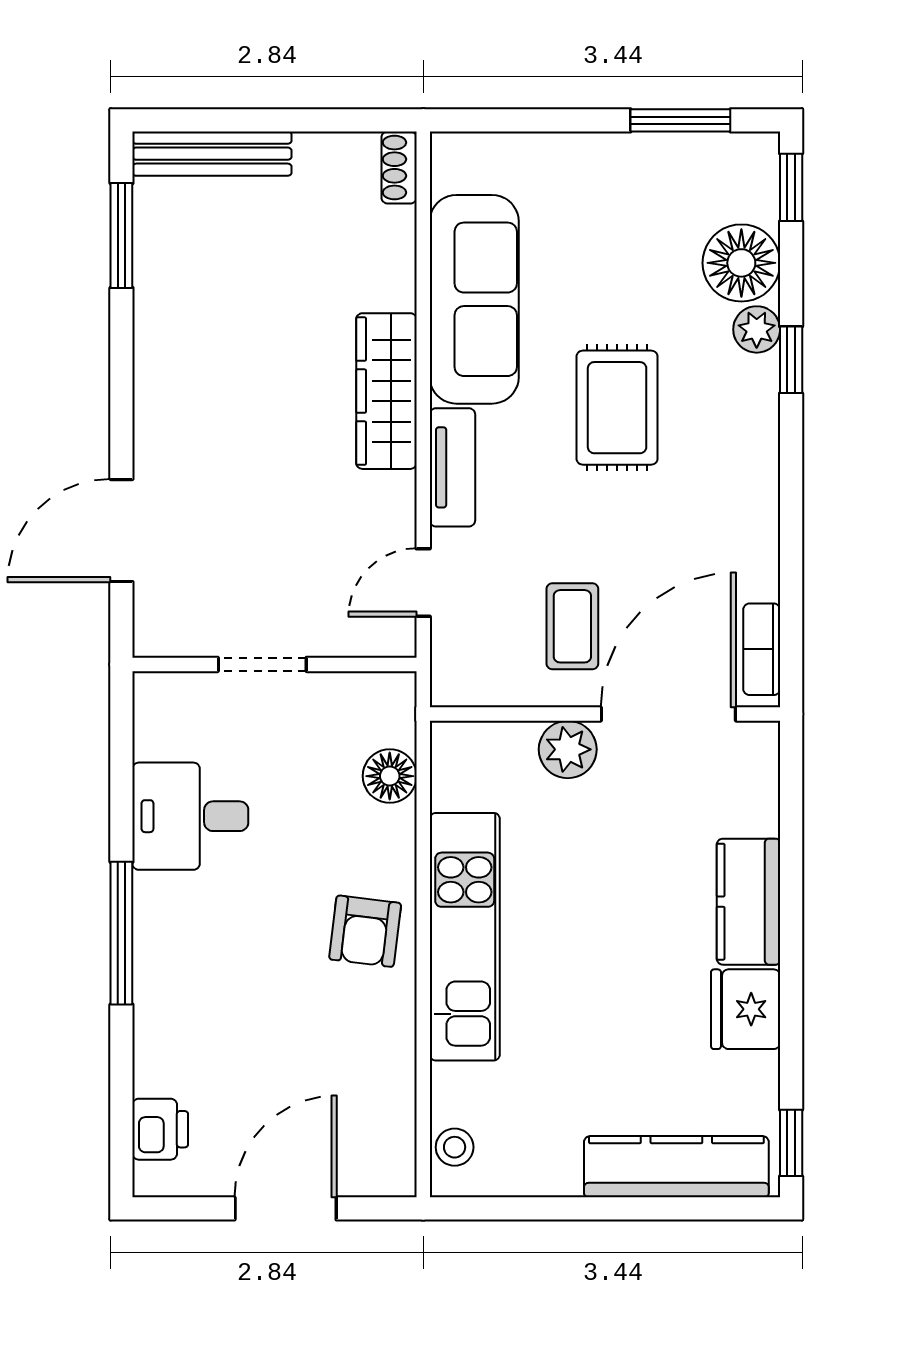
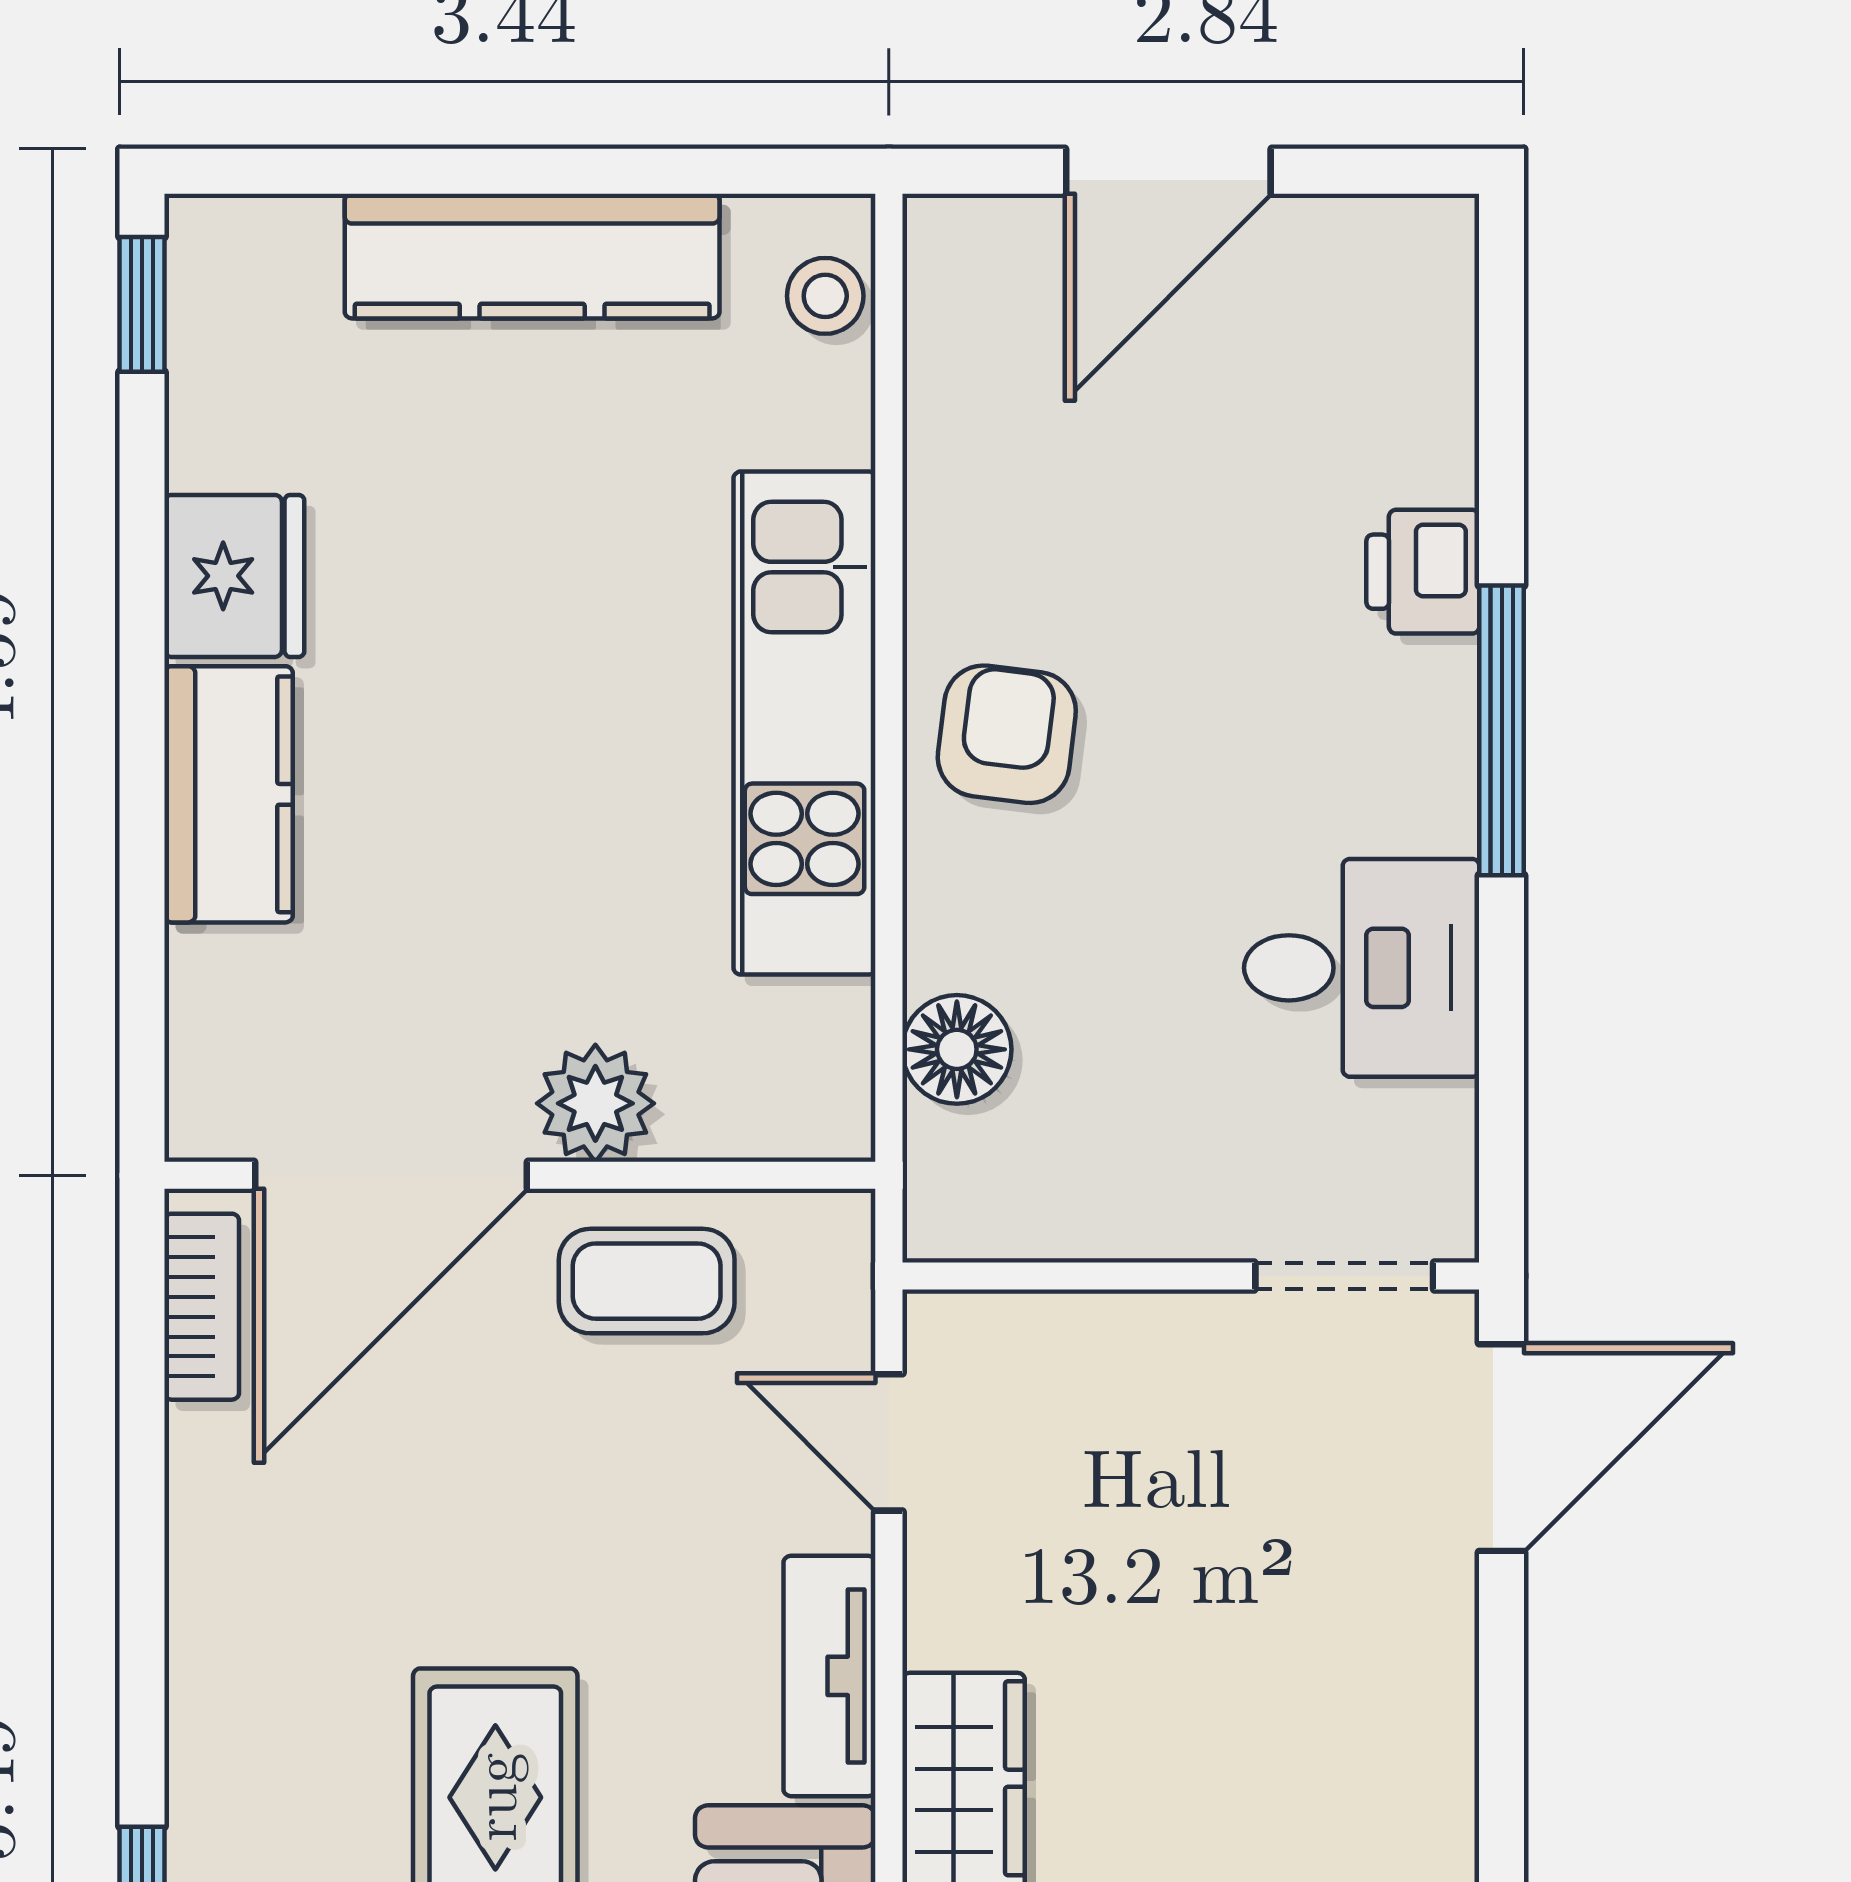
door: (121, 531) -> (1502, 1448), moved
door: (423, 582) -> (889, 1442), swing flipped
coffee table: (572, 626) -> (647, 1281), moved, turned 90
doorway: (262, 664) -> (1344, 1276), moved
printer: (160, 1129) -> (1423, 572), moved
kitchen counter: (676, 1167) -> (532, 256), moved

